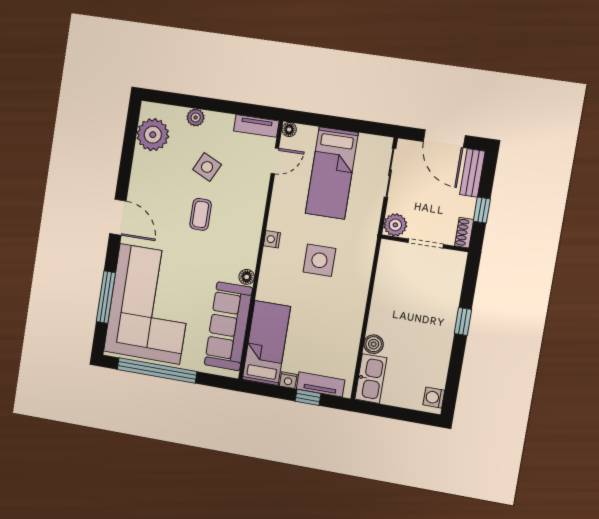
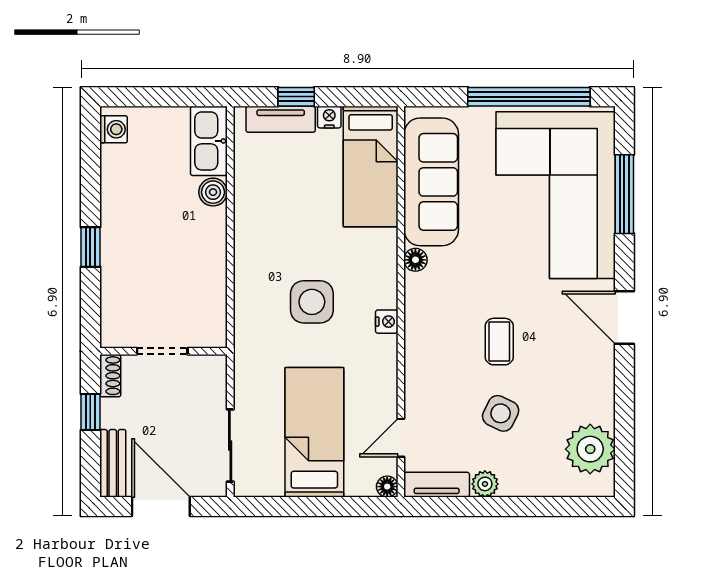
plant: (196, 117) -> (485, 484), moved
plant: (395, 225) -> (210, 371), removed

